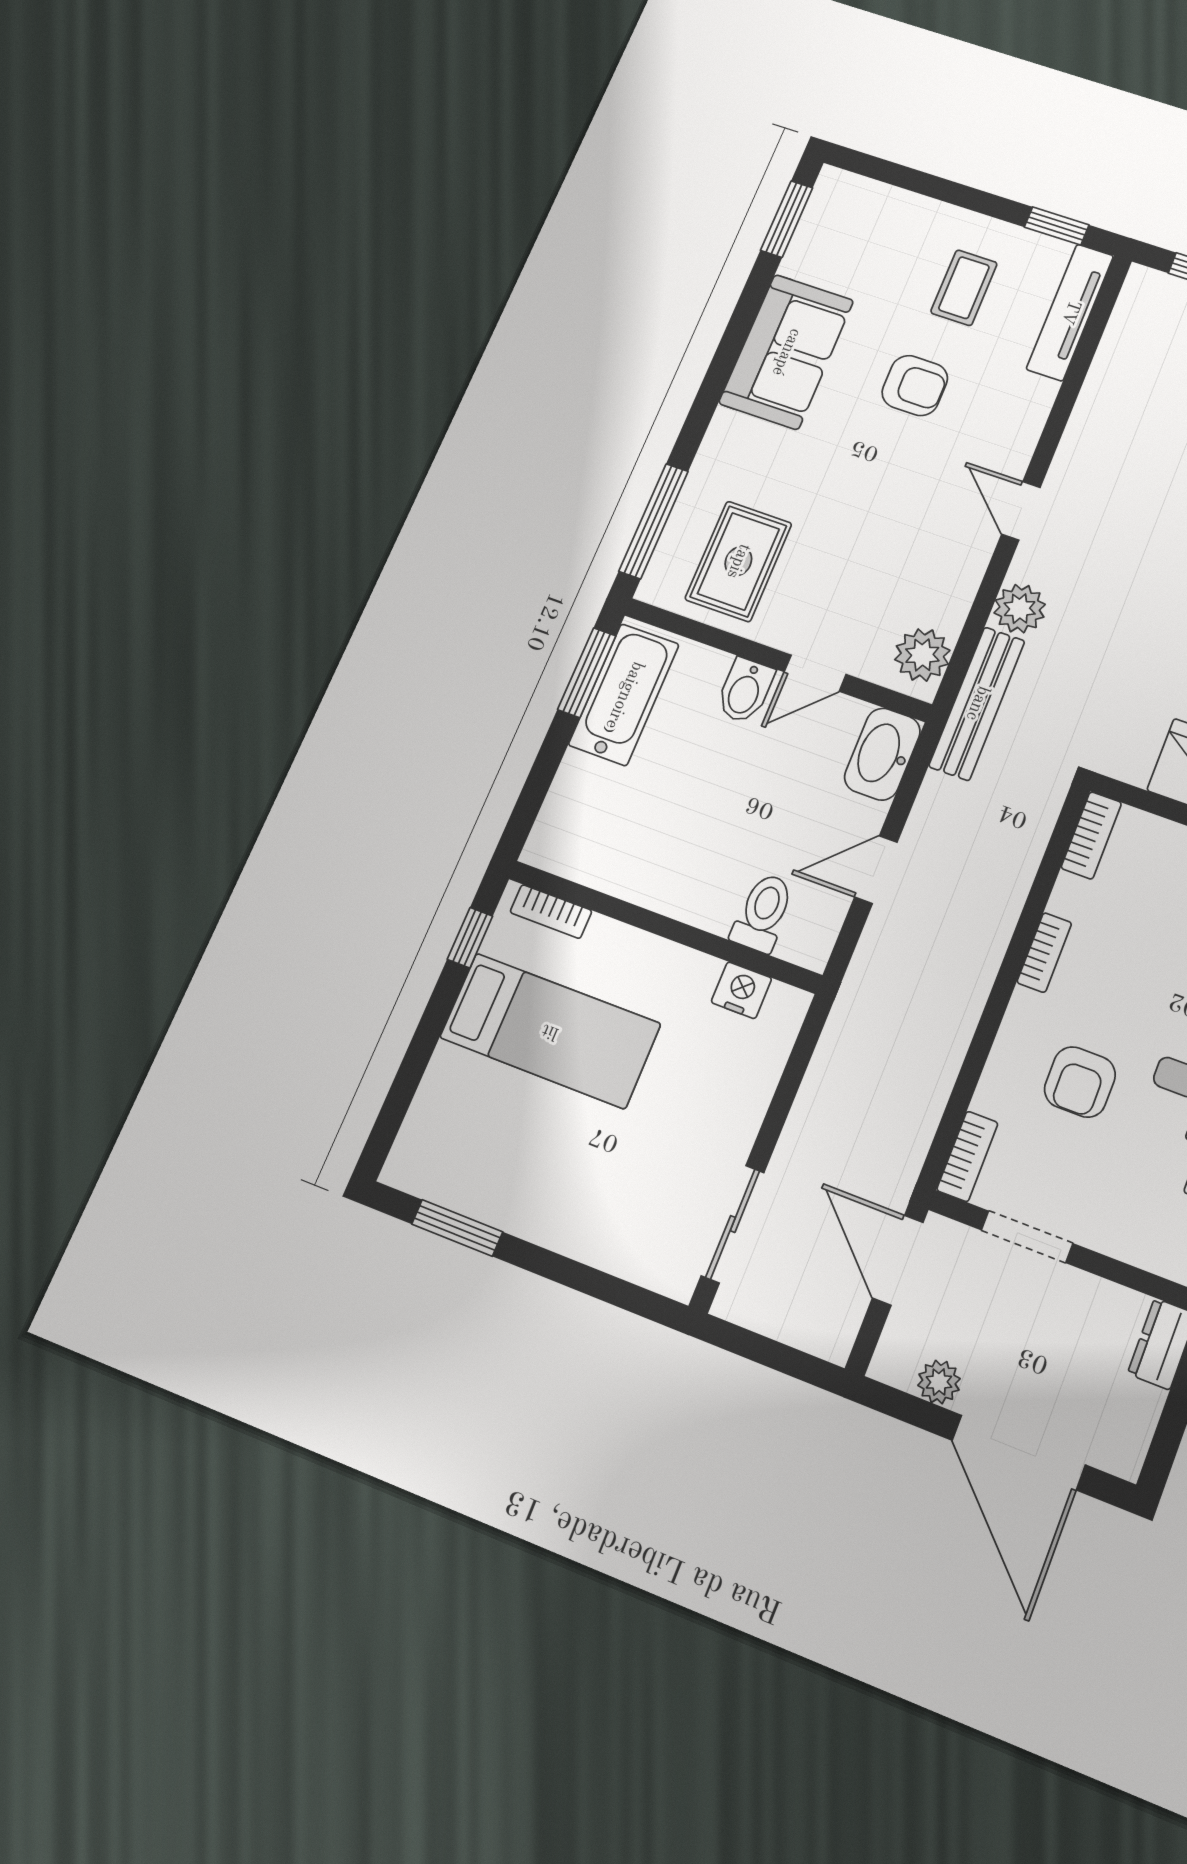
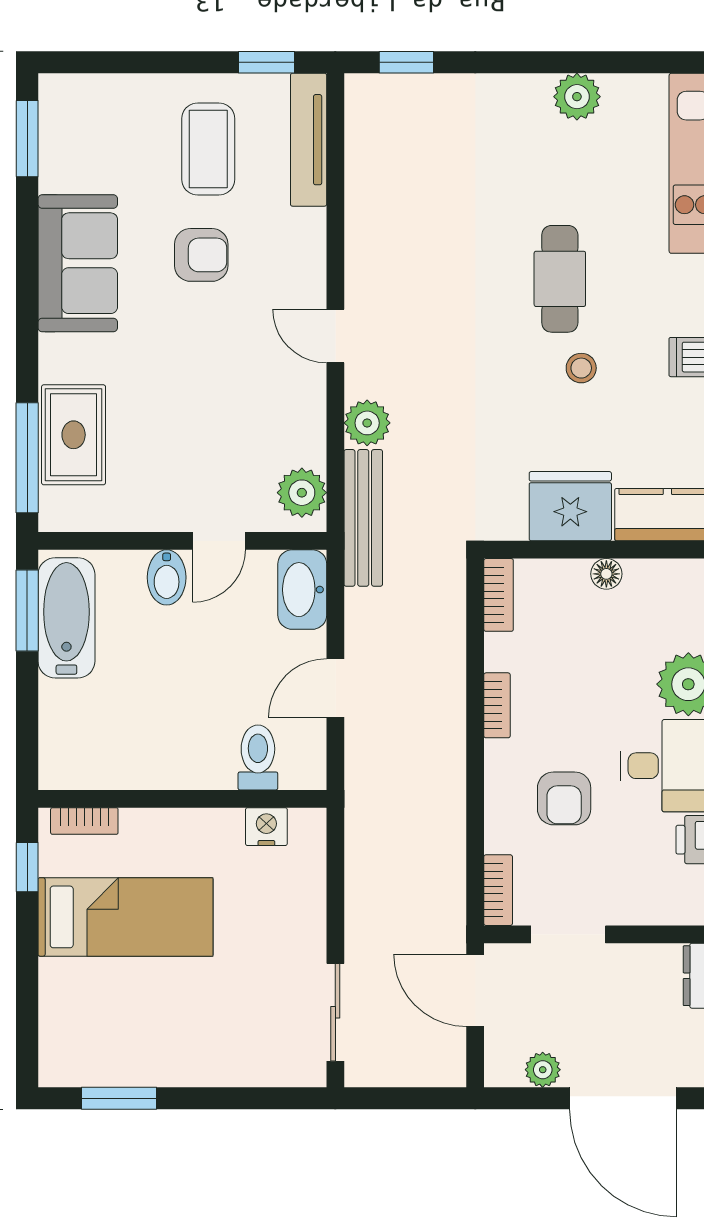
coffee table: (964, 288) -> (208, 149), width x1.36, depth x1.30
rug: (738, 561) -> (74, 435), moved

